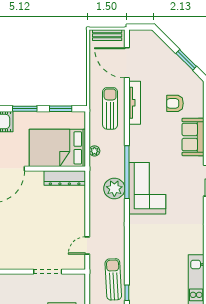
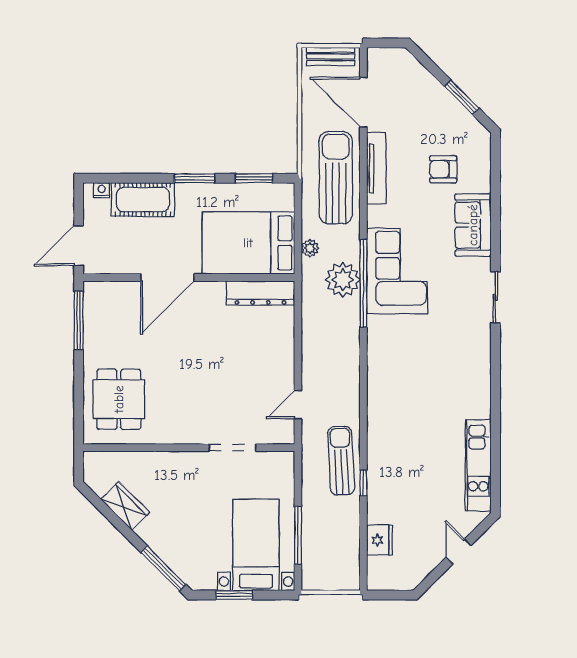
sun lounger: (110, 108) -> (336, 178), width x1.36, depth x1.34
plant: (114, 188) -> (343, 280), moved
corner sofa: (147, 188) -> (397, 271), moved

